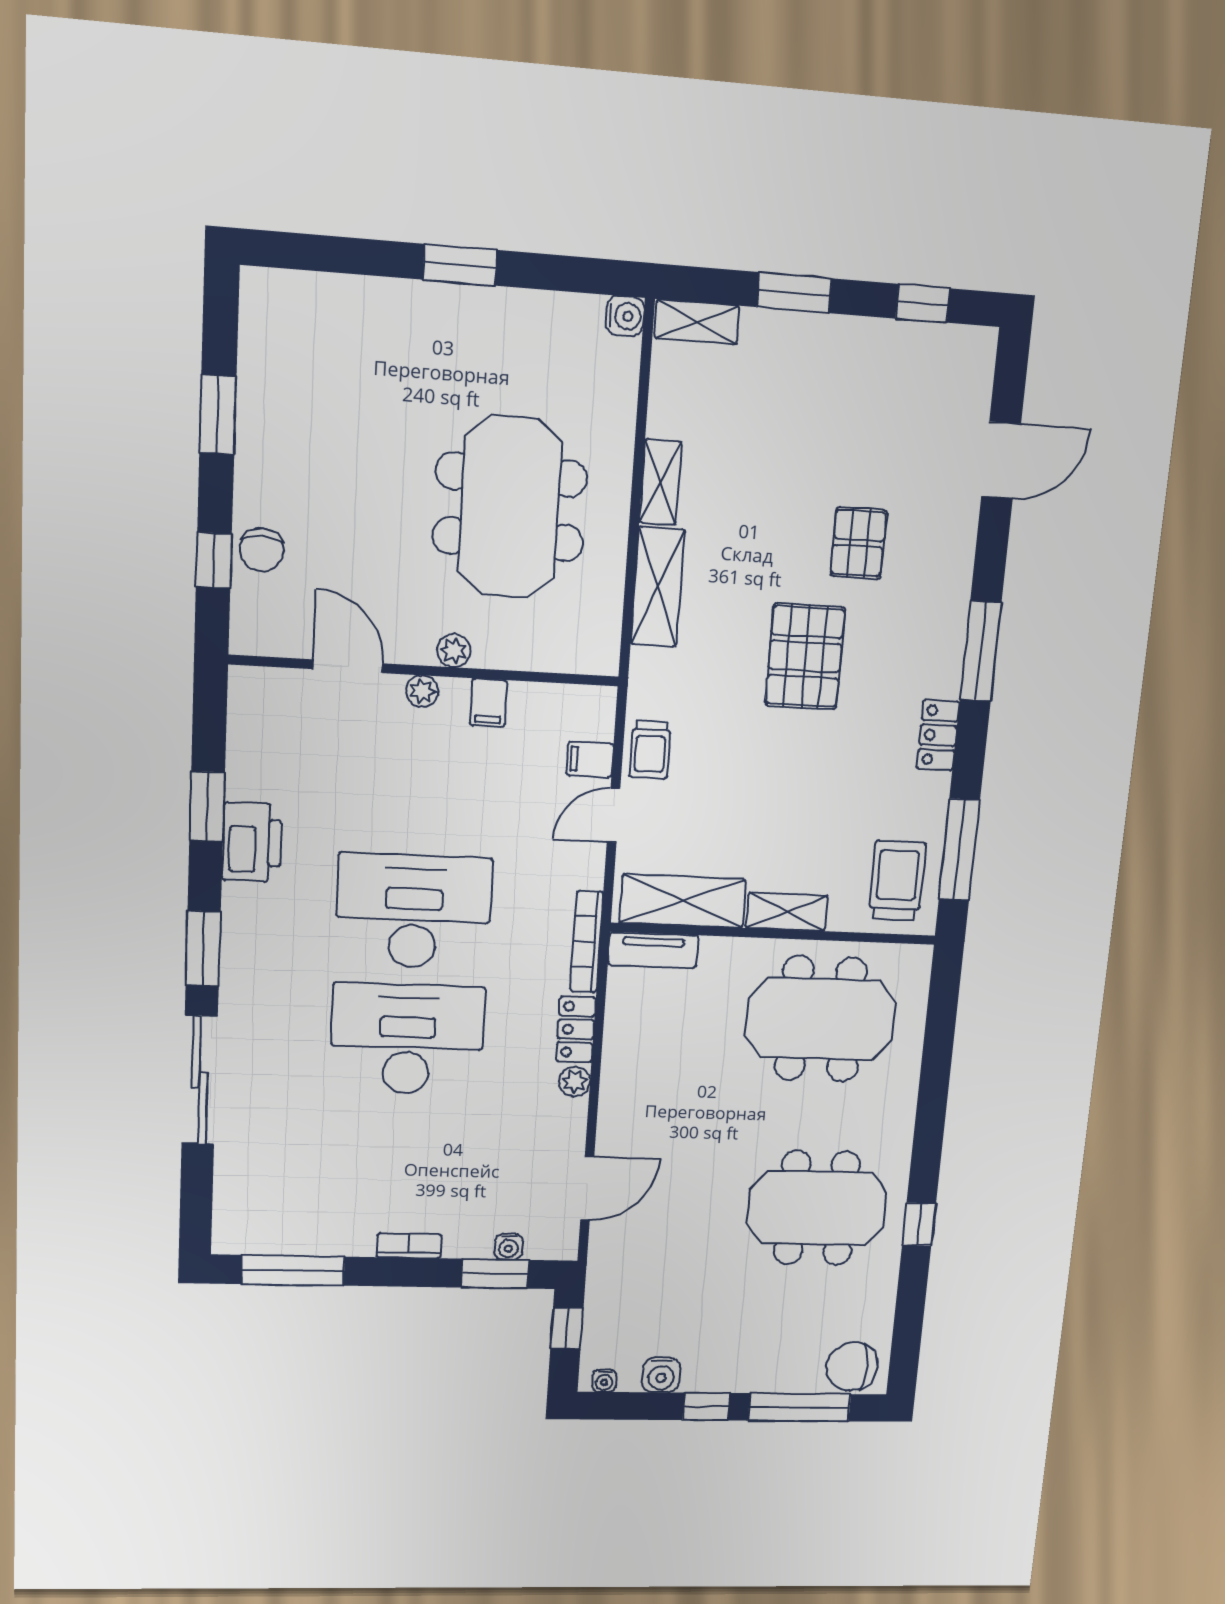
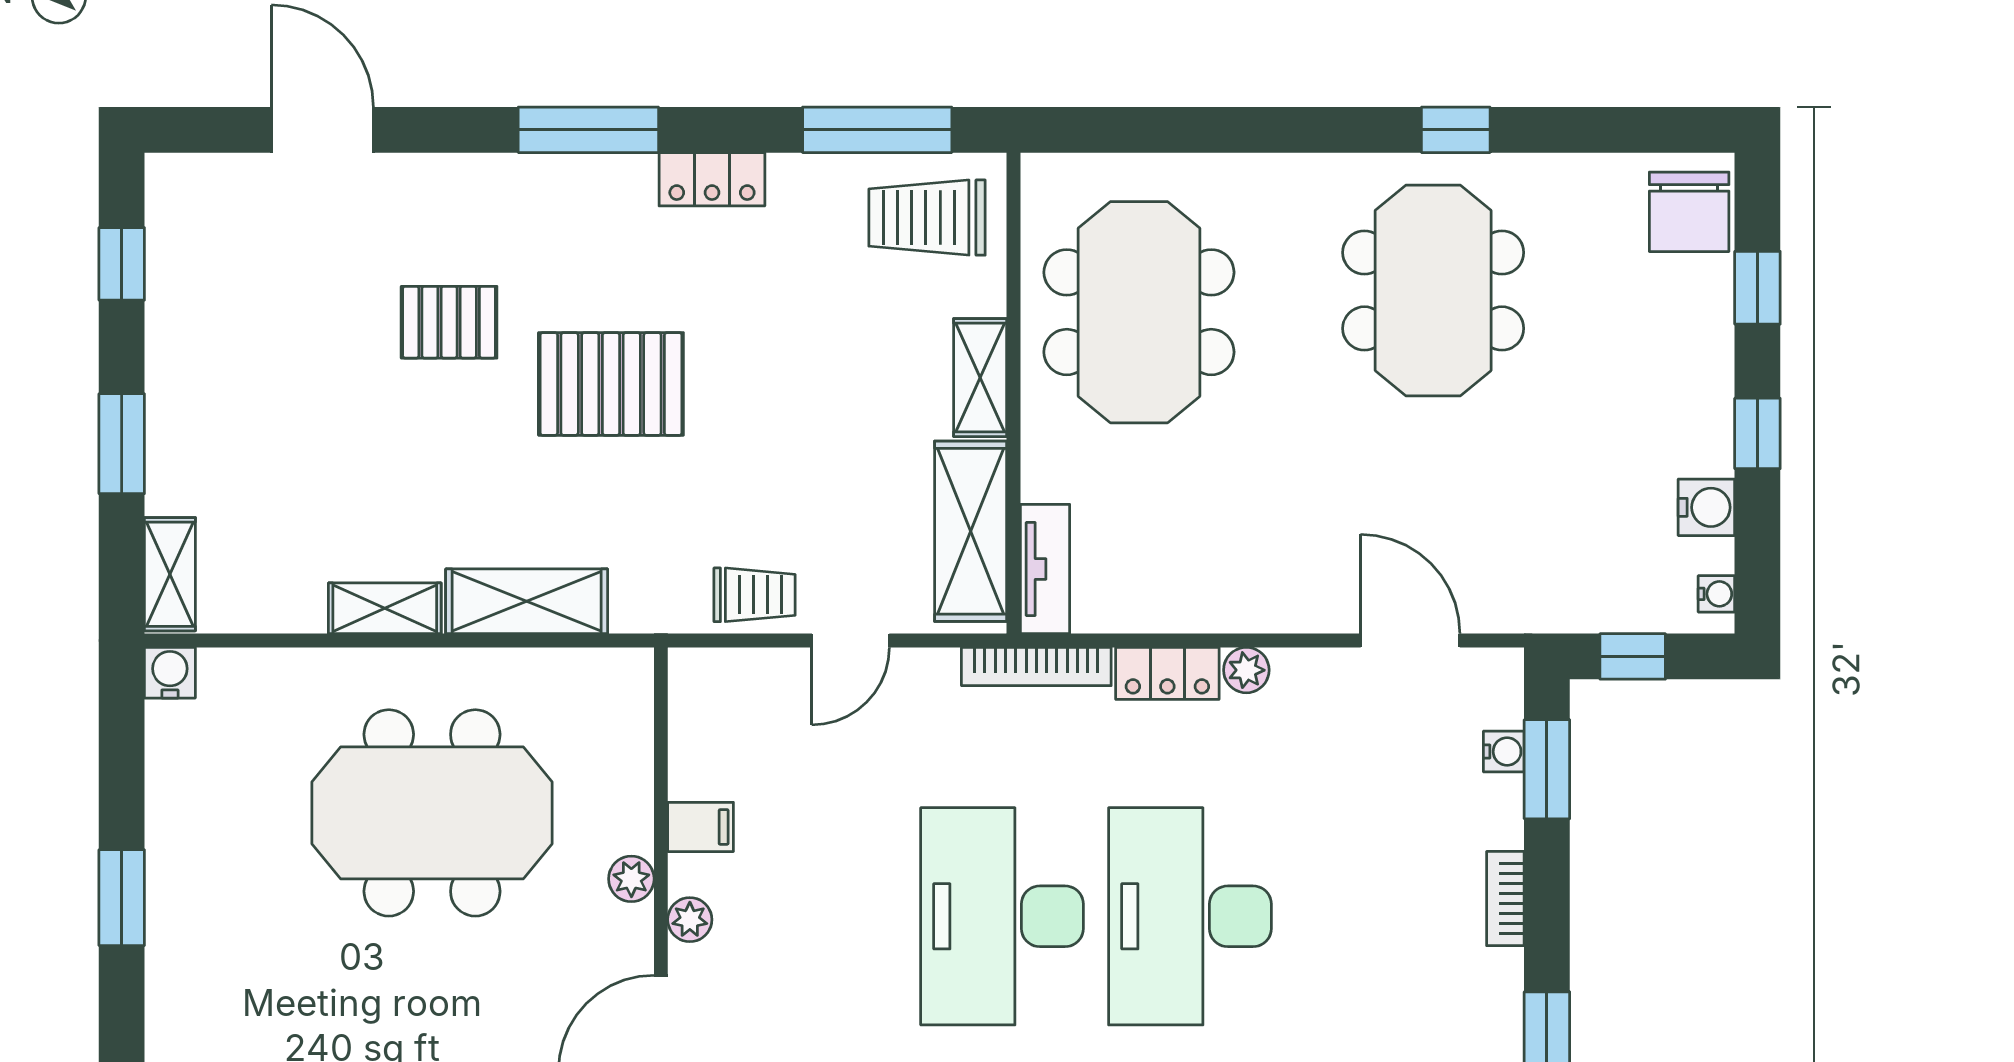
filing cabinet: (590, 760) -> (773, 679), removed
door: (614, 815) -> (851, 640), hinge flipped
window: (800, 1407) -> (1757, 288), width x0.46

